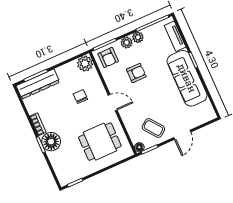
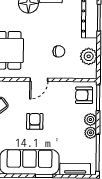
plant: (85, 64) -> (89, 56), moved
armchair: (136, 73) -> (35, 121), moved, turned 180

